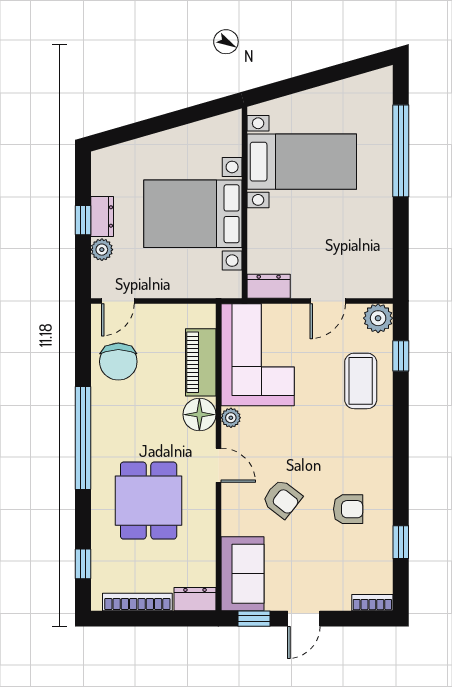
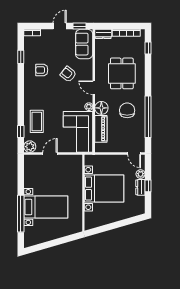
bed with nightstands: (302, 162) -> (46, 207), moved, turned 180
dresser: (269, 286) -> (74, 159), removed
door: (118, 301) -> (134, 154), swing flipped
chair: (118, 362) -> (127, 110), moved
window: (83, 438) -> (148, 117), moved

